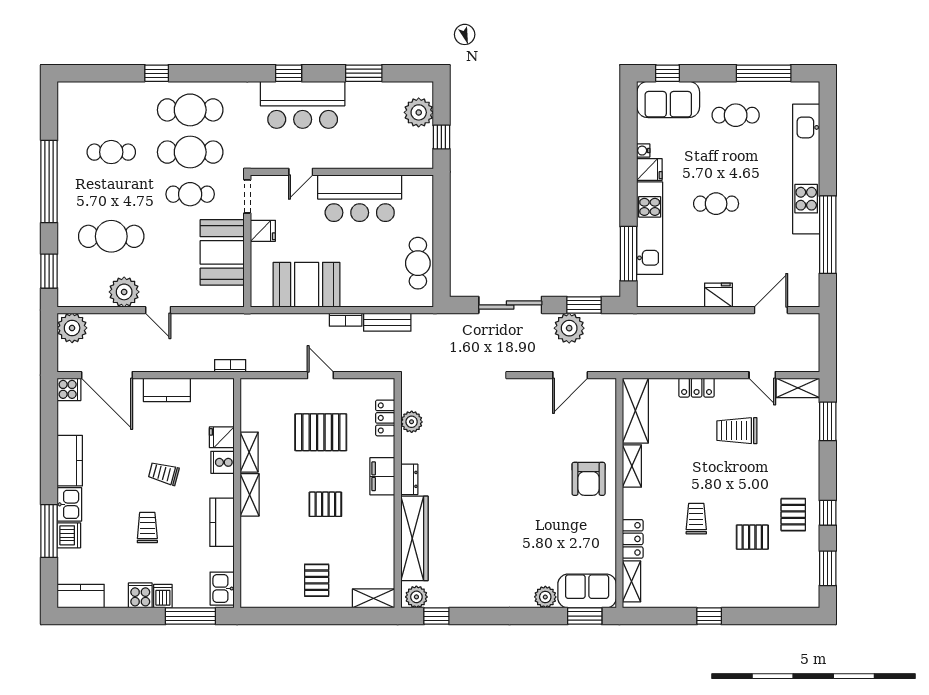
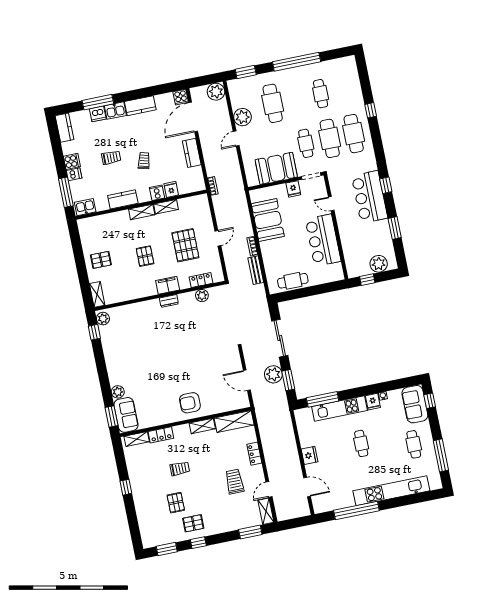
wardrobe: (414, 538) -> (136, 311), removed

